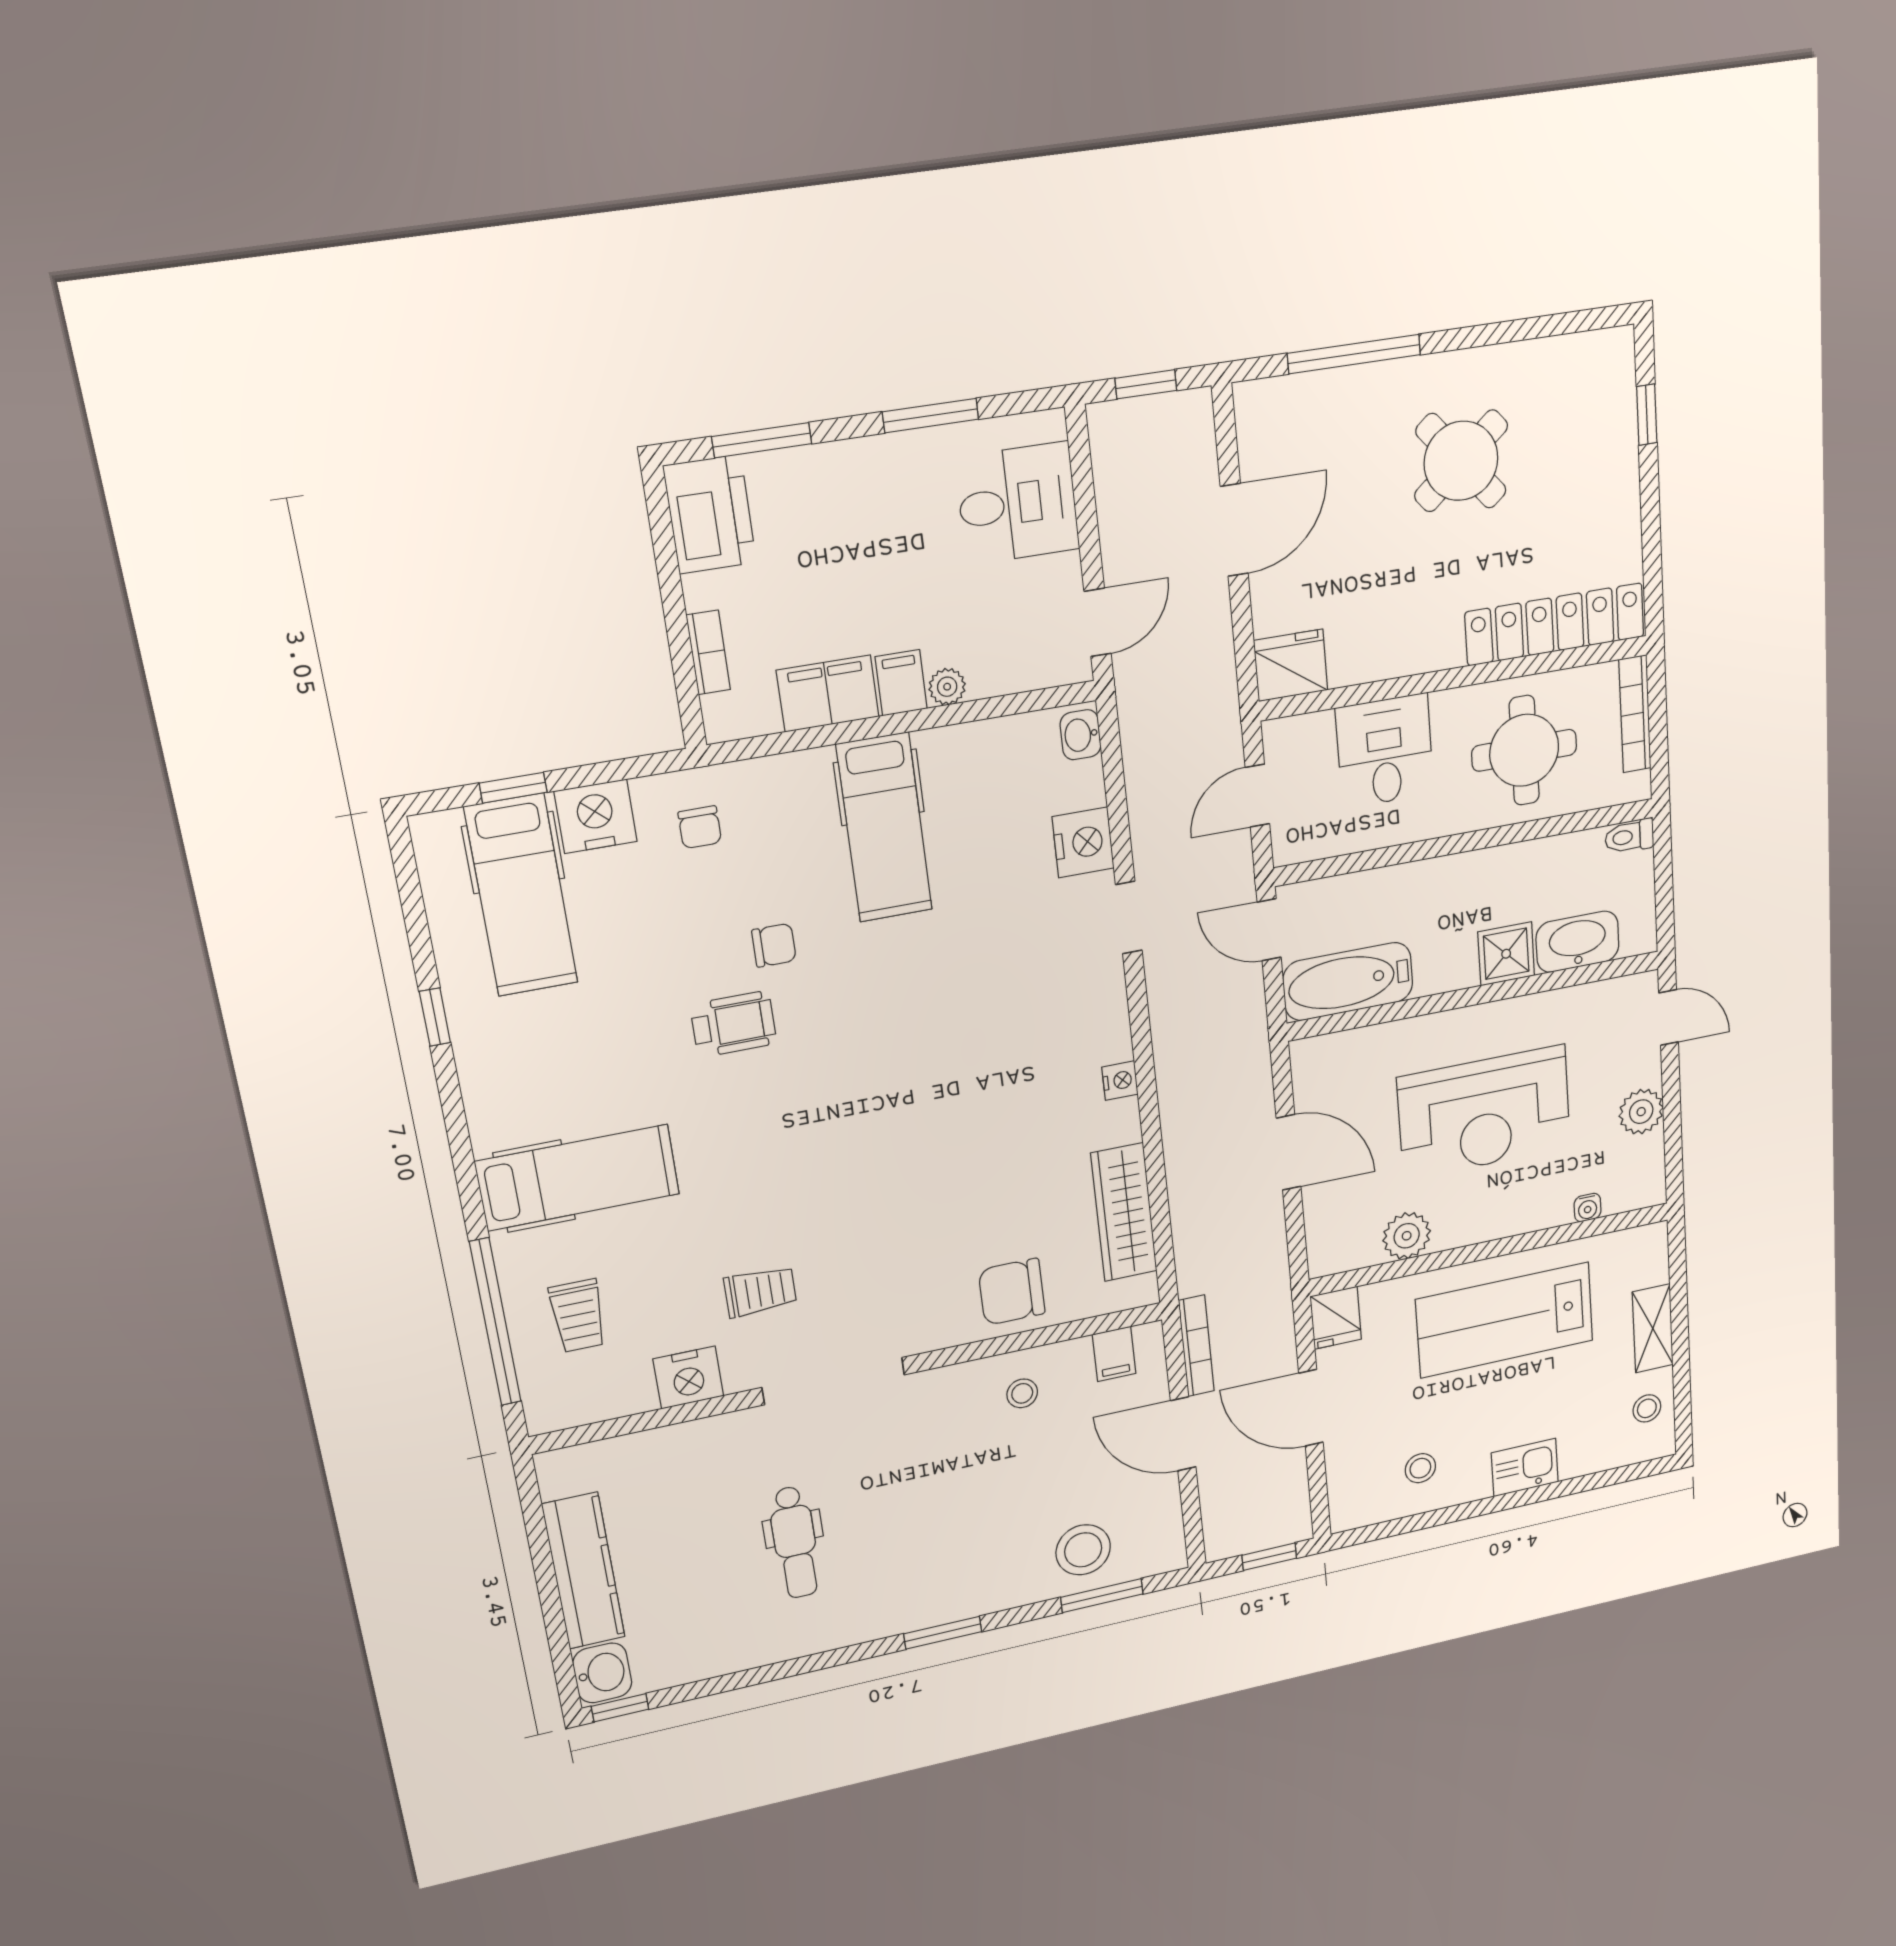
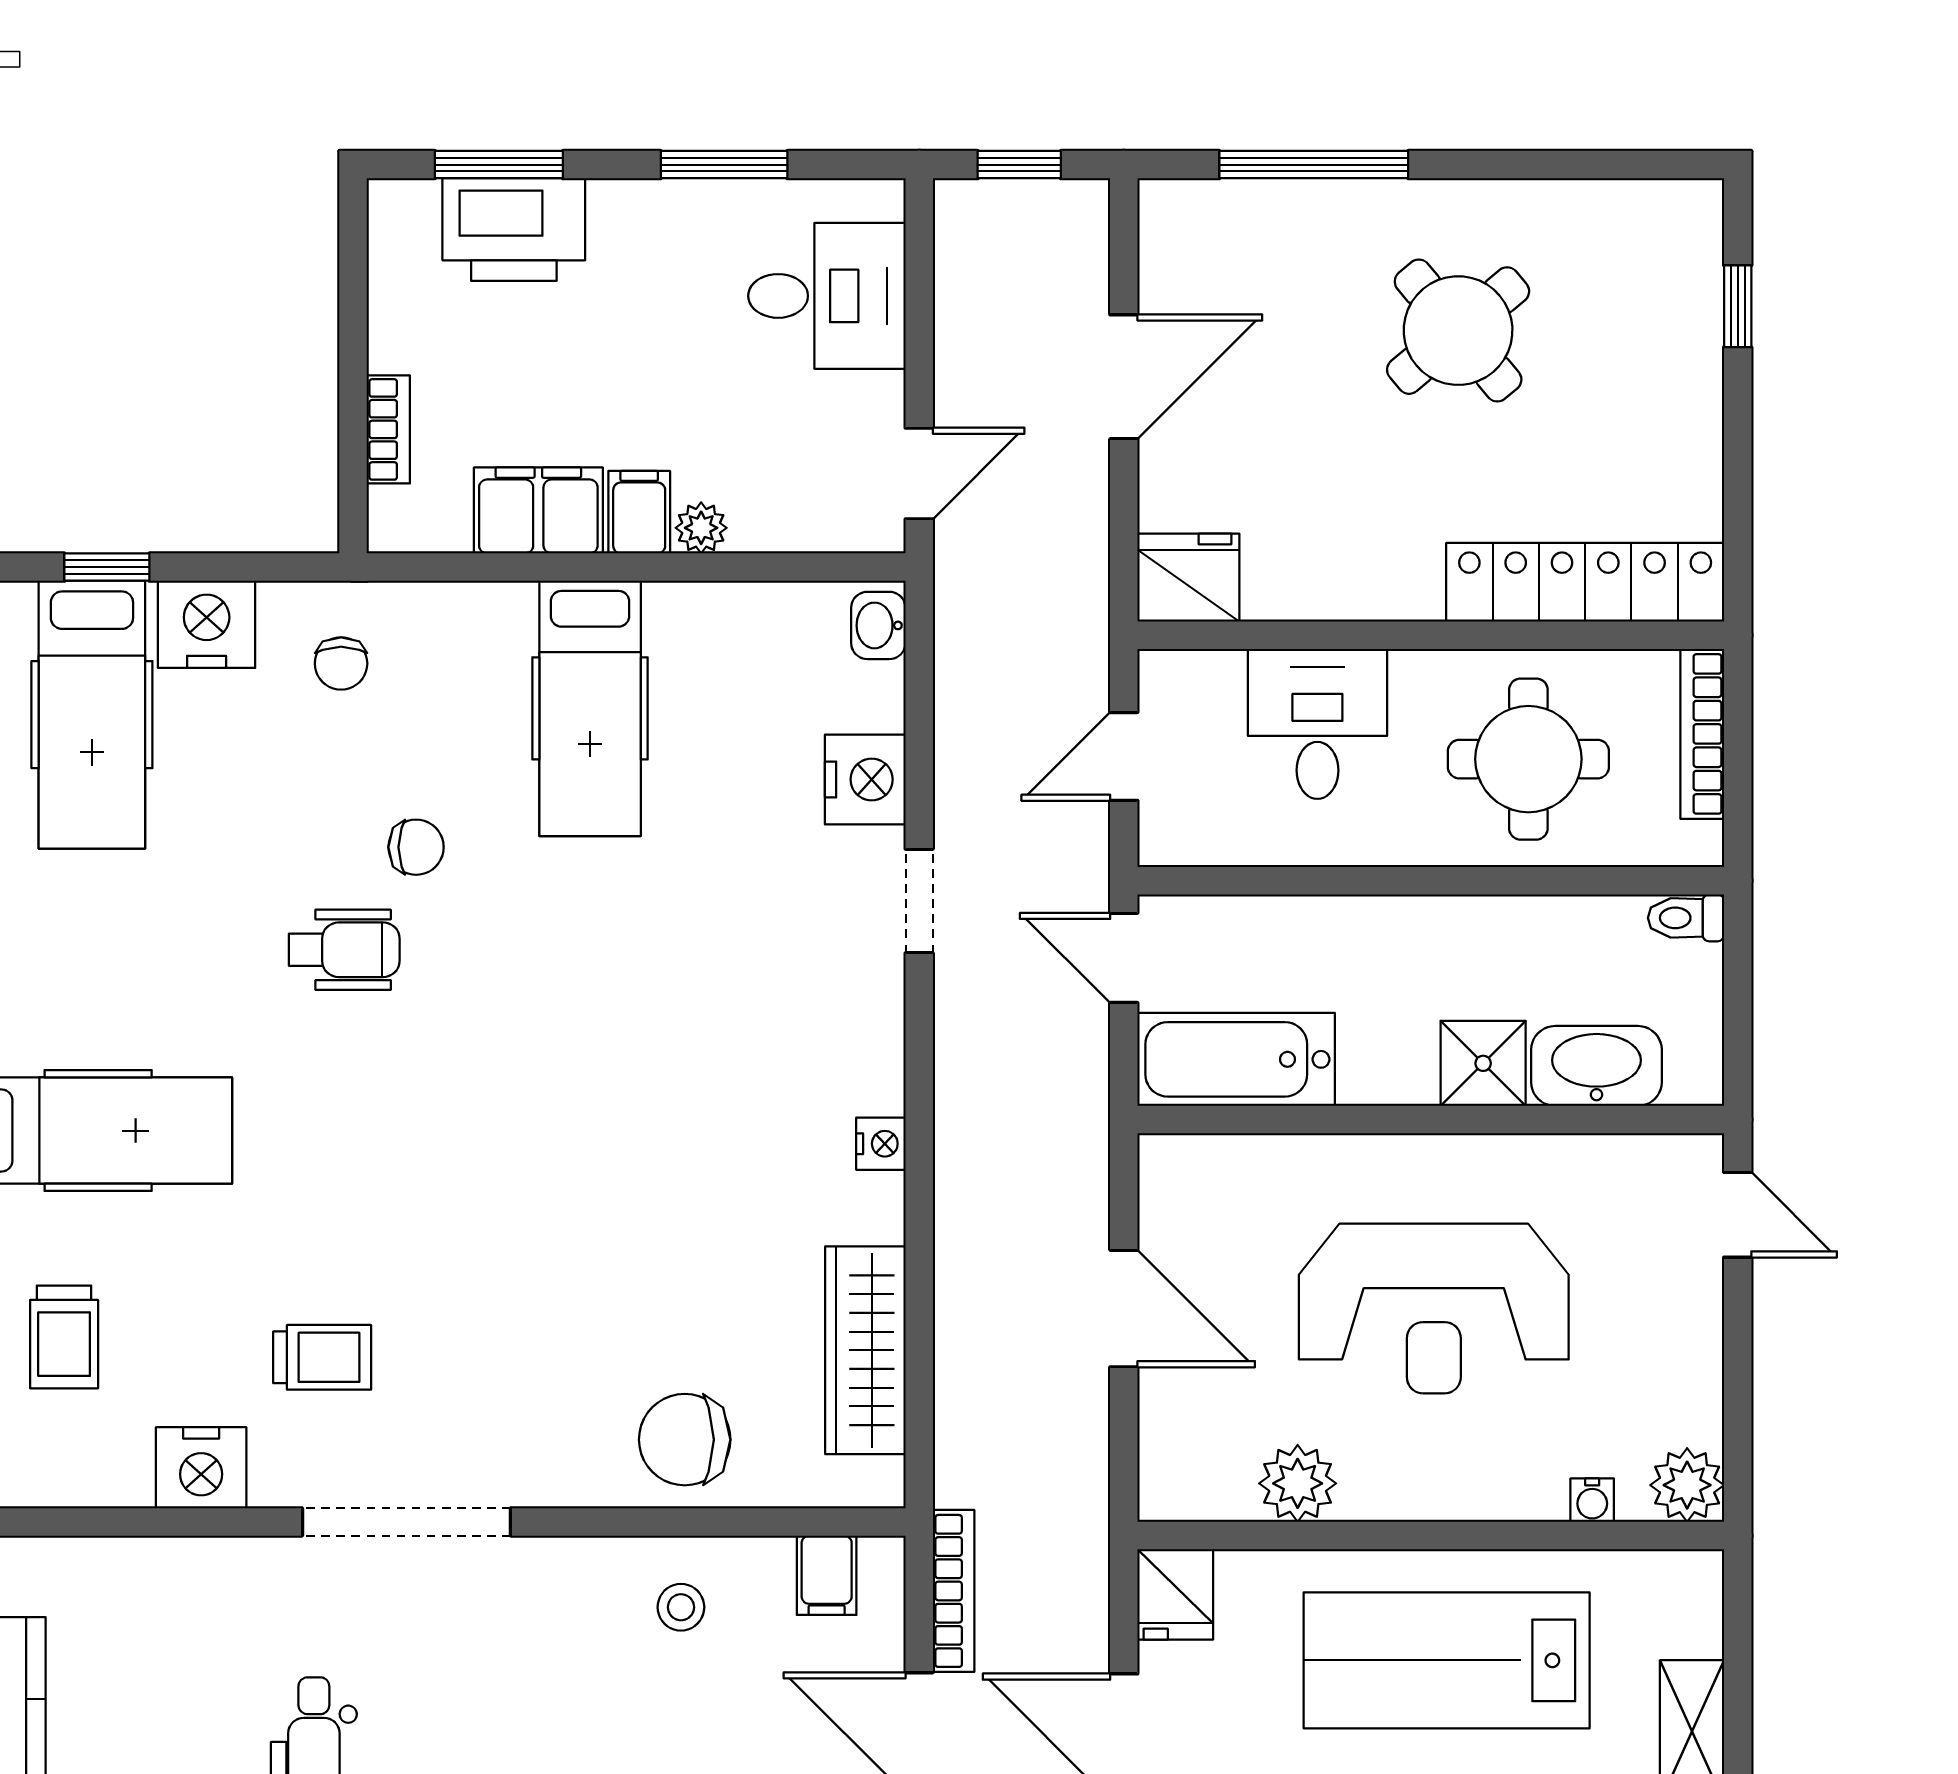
printer: (710, 514) -> (514, 229), moved, turned 90
plant: (1641, 1112) -> (1687, 1485), moved

